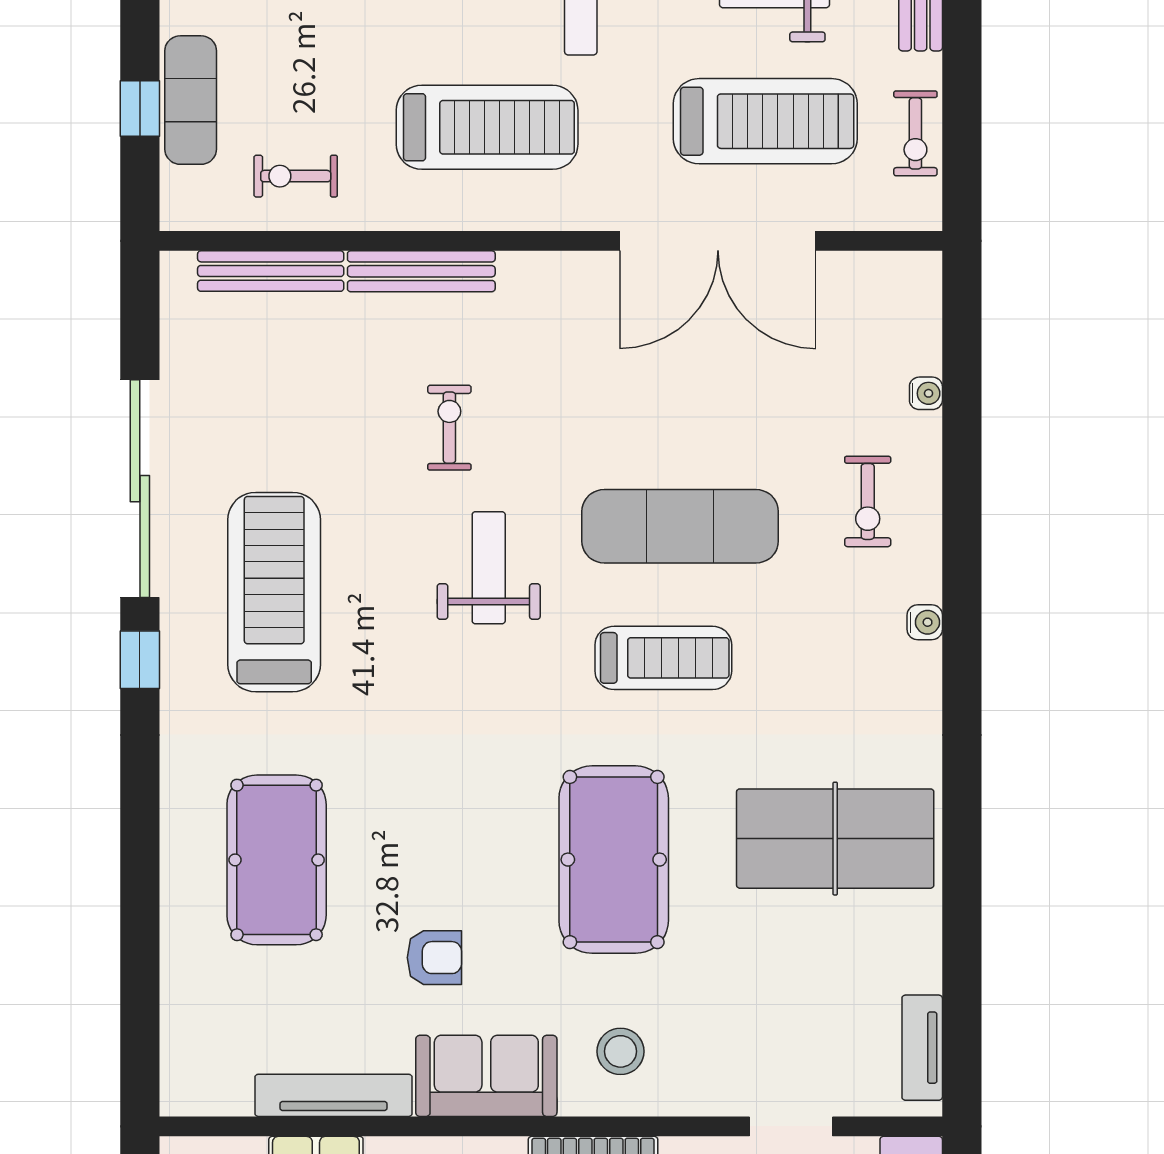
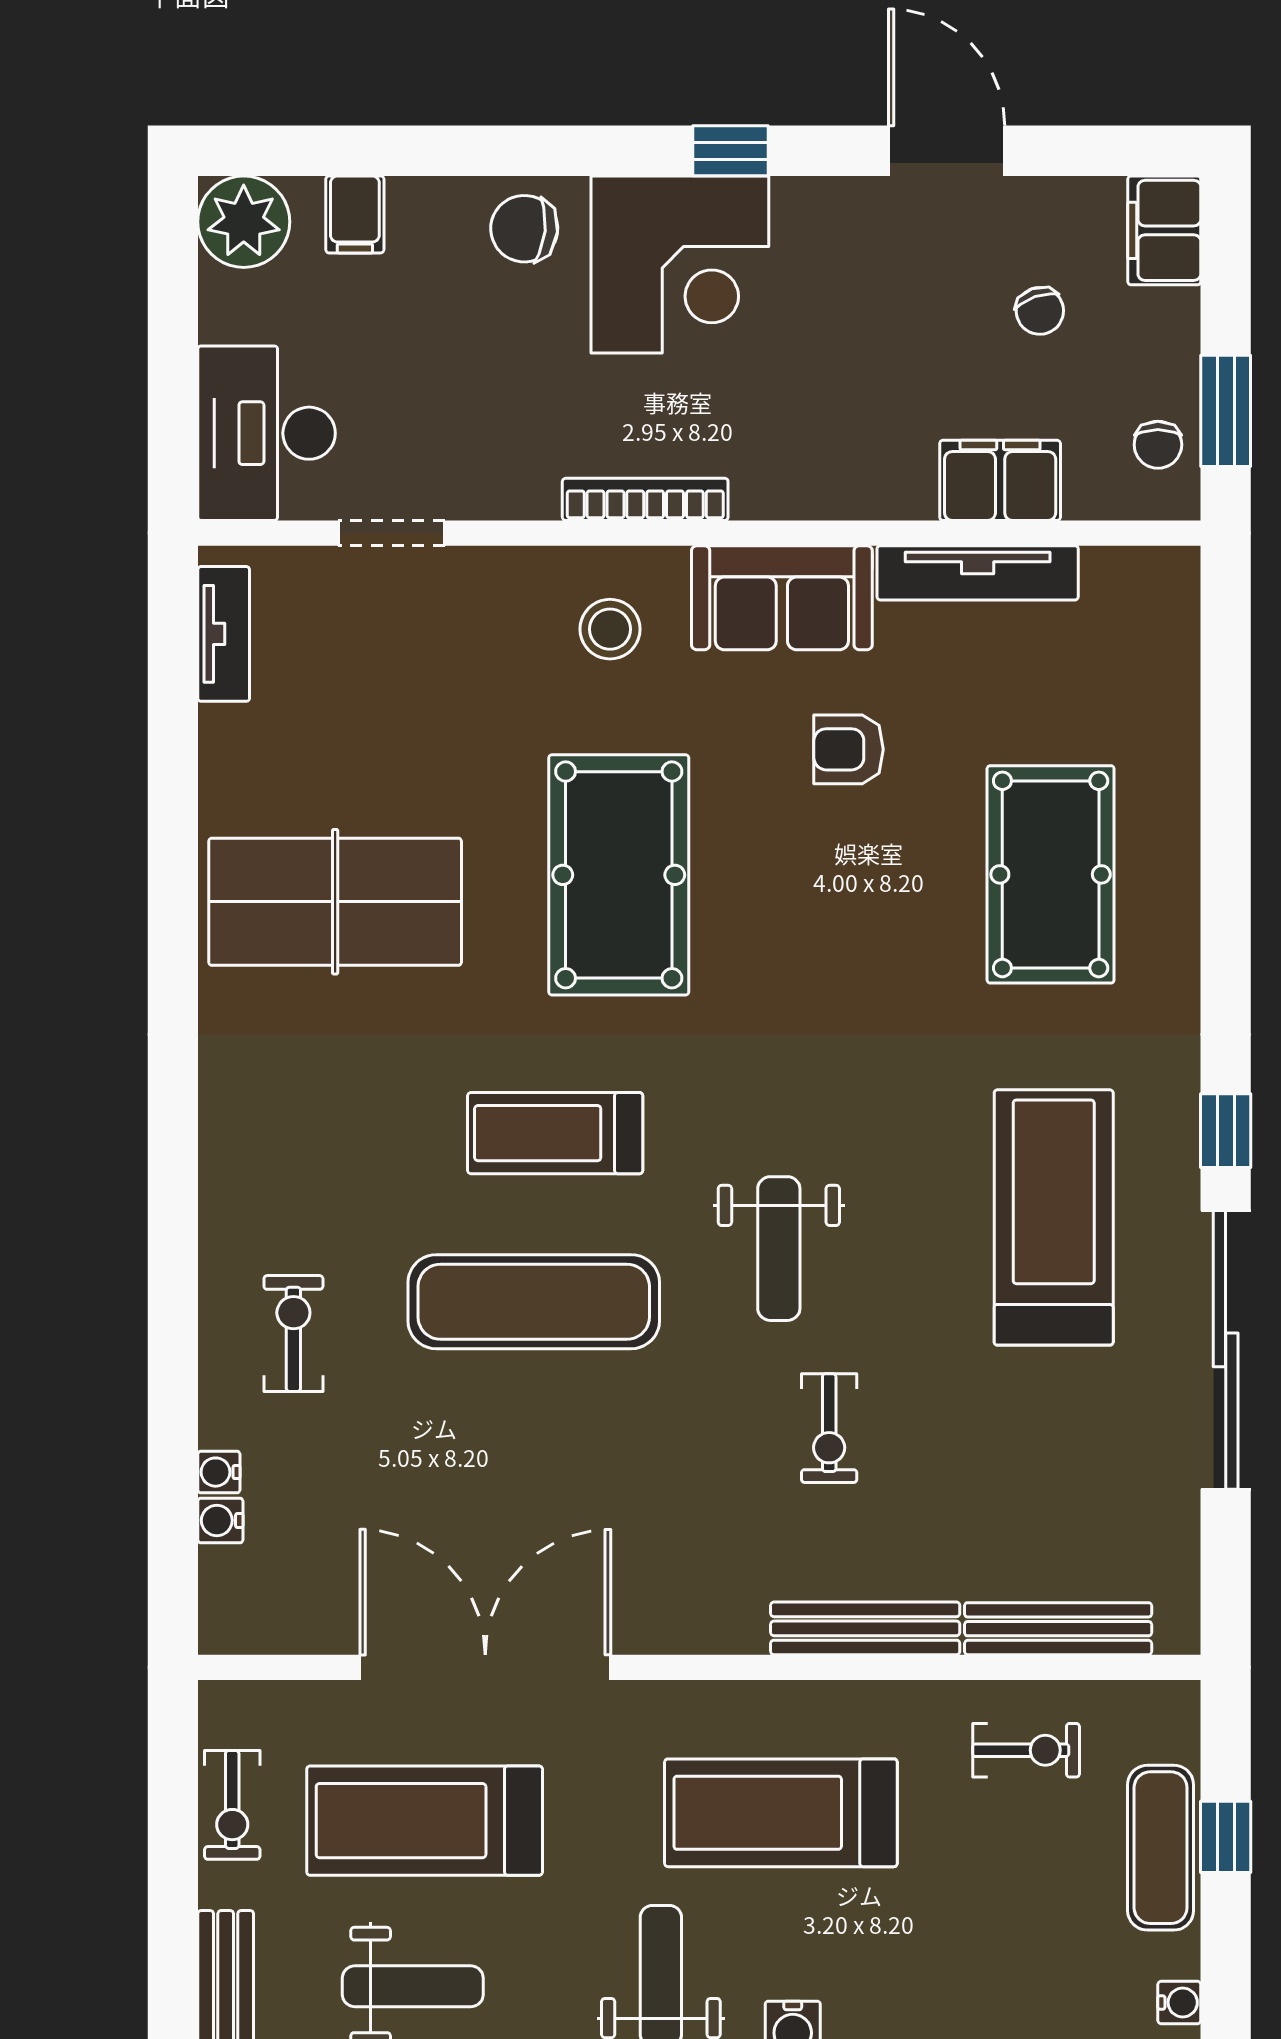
exercise bike: (915, 133) -> (232, 1805), turned 180
treadmill: (274, 592) -> (1054, 1217), turned 180
water cooler: (925, 622) -> (220, 1520), moved

